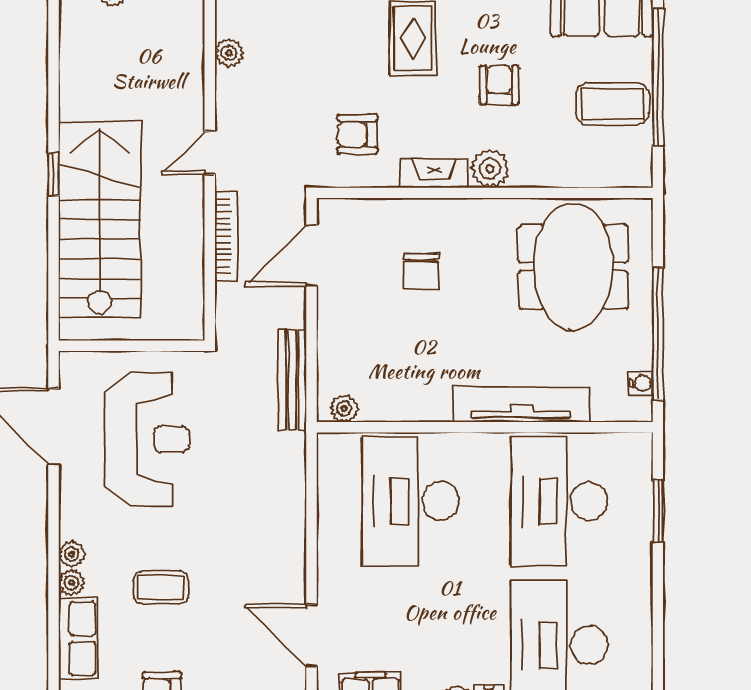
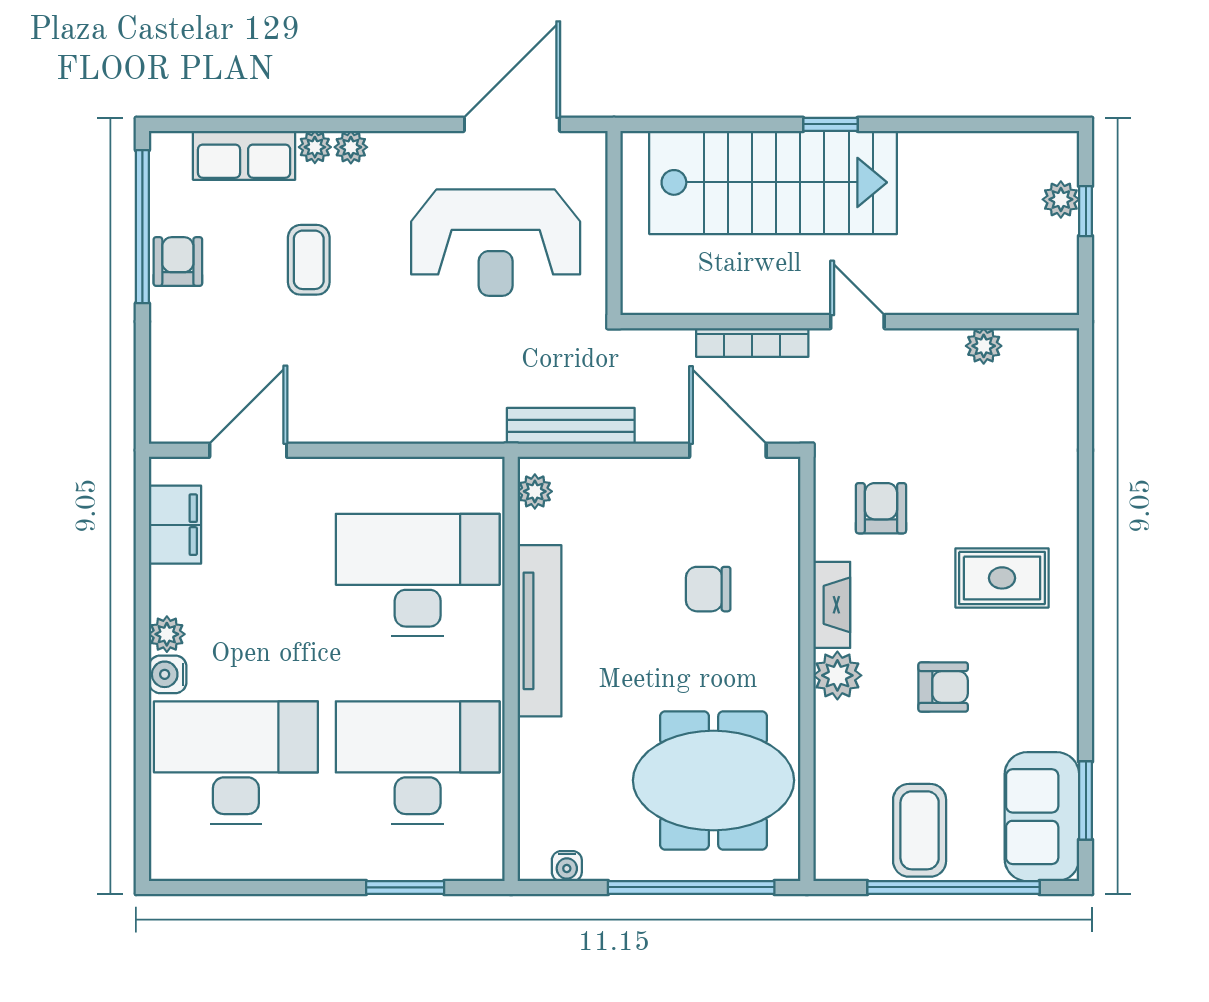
window: (658, 334) -> (691, 887), moved
tv unit: (521, 405) -> (539, 631), moved

